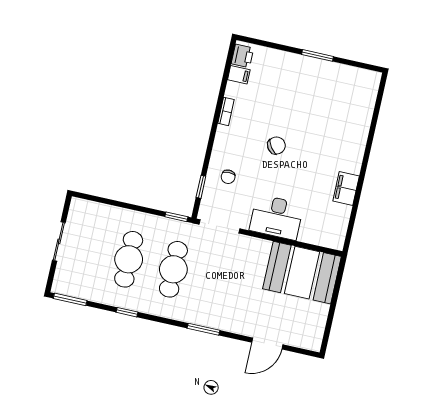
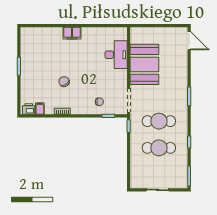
chair: (276, 146) -> (64, 82), moved
filing cabinet: (346, 188) -> (72, 33), moved
desk: (276, 217) -> (116, 55), moved
booth: (302, 273) -> (144, 64), moved
door: (267, 343) -> (189, 41), moved

